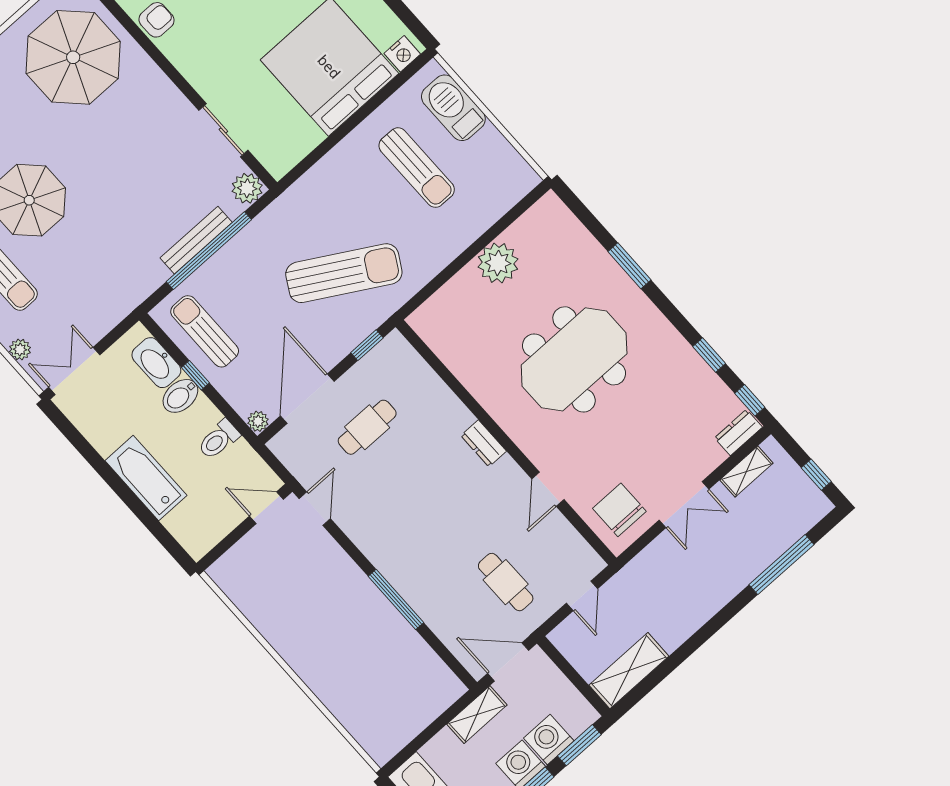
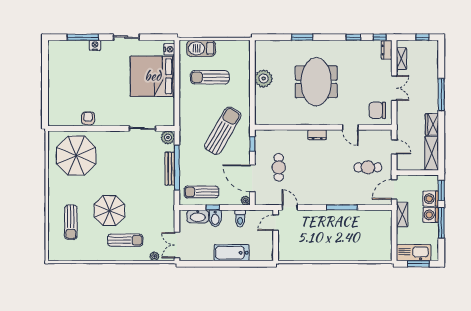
sun lounger: (417, 168) -> (210, 77), turned 180
window: (782, 565) -> (441, 95), moved
wardrobe: (680, 627) -> (432, 124), added

